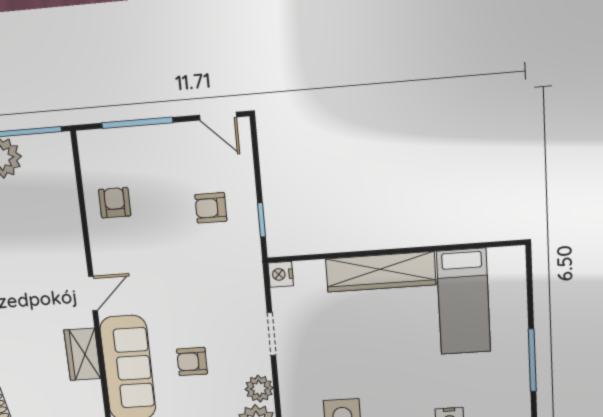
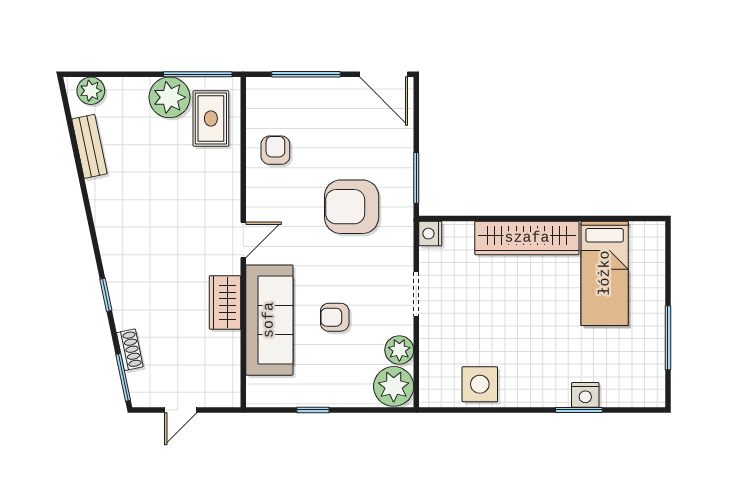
door: (218, 116) -> (384, 74), width x1.38
rug: (46, 176) -> (211, 118), added
armchair: (211, 208) -> (352, 207), moved, width x1.88, depth x1.88
window: (262, 220) -> (416, 178), width x1.50

